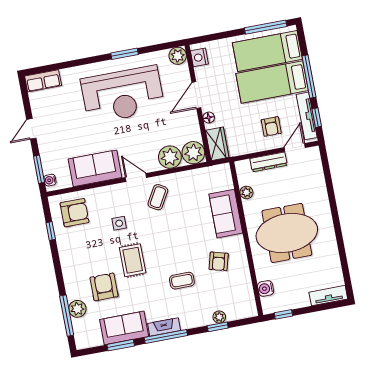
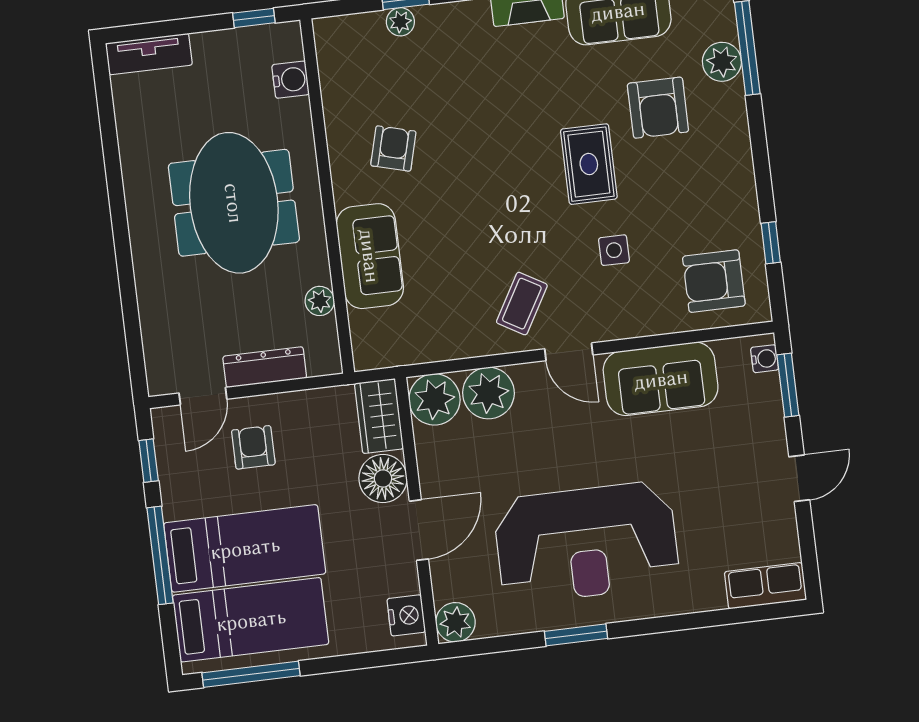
reception desk: (123, 95) -> (586, 542), turned 180
tv unit: (307, 116) -> (171, 466), removed
floor lamp: (209, 118) -> (383, 478), width x1.89, depth x1.89
meeting table: (287, 233) -> (234, 203), turned 90
coffee table: (182, 281) -> (480, 110), removed

